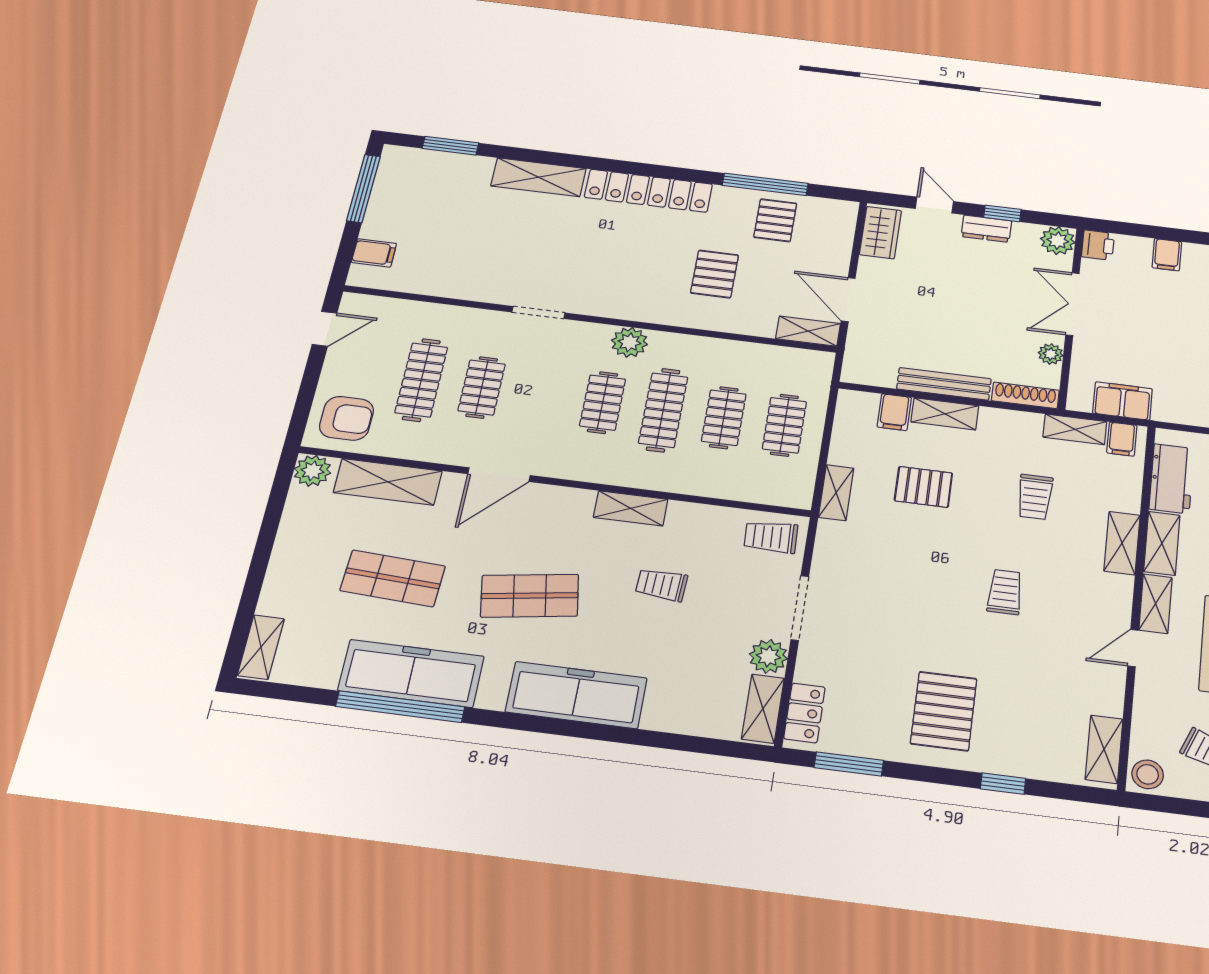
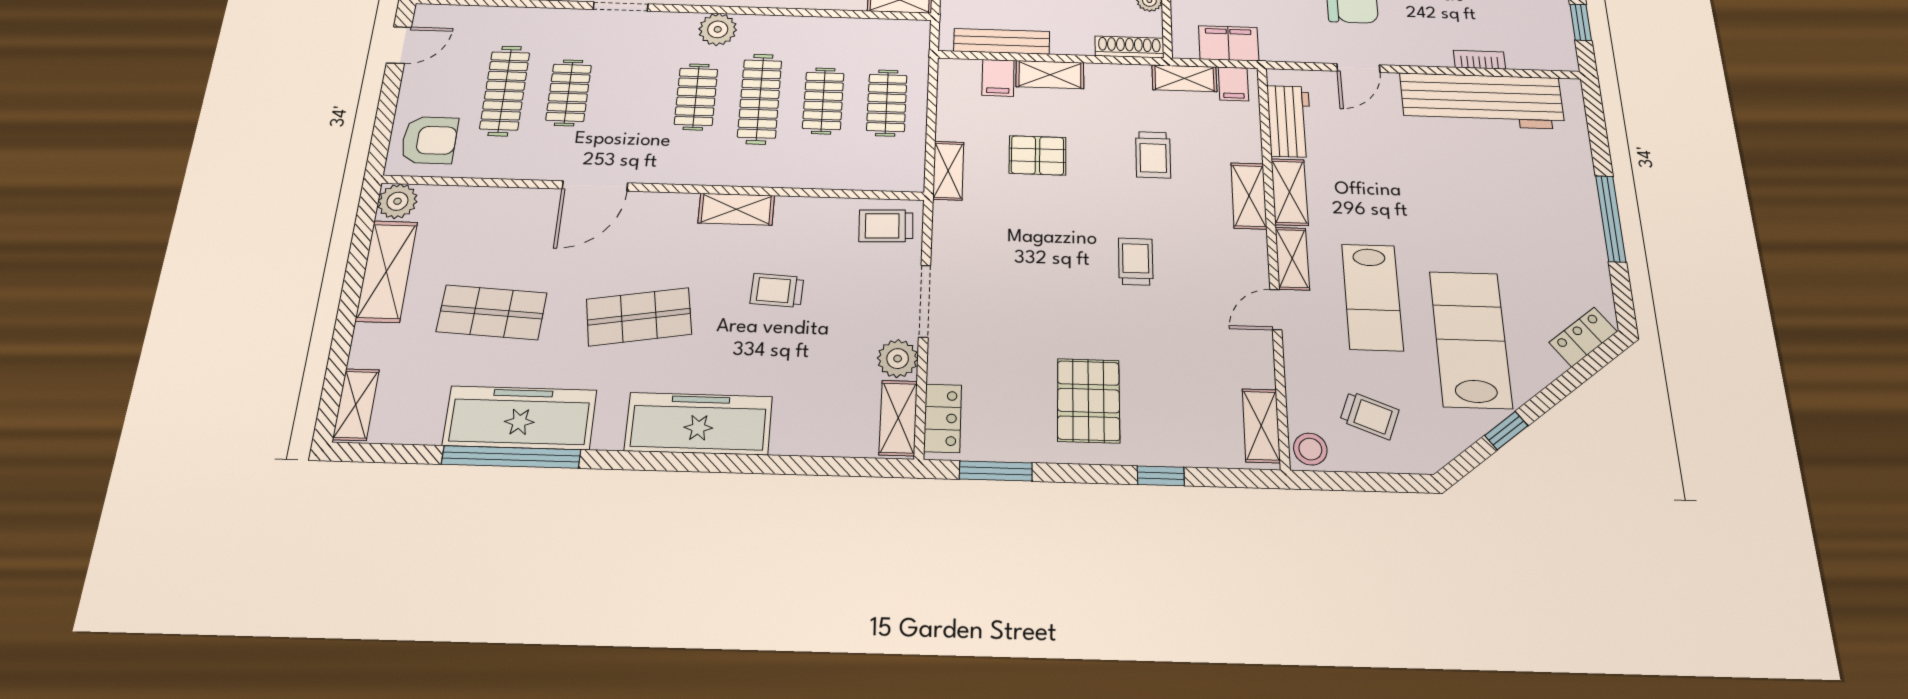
bench: (944, 384) -> (1002, 41), moved
shelving: (388, 482) -> (386, 271), moved, turned 90

